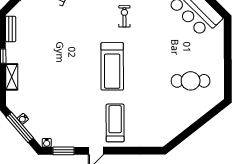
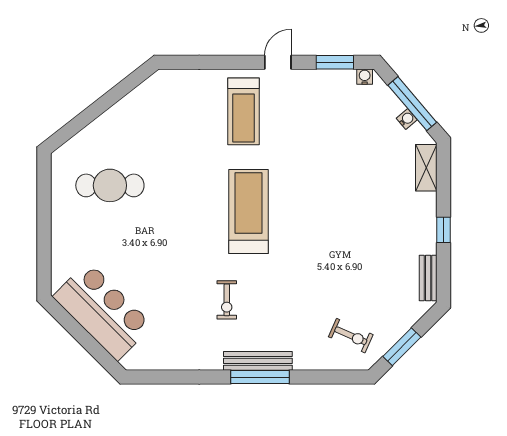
shelving: (12, 77) -> (426, 168), moved

